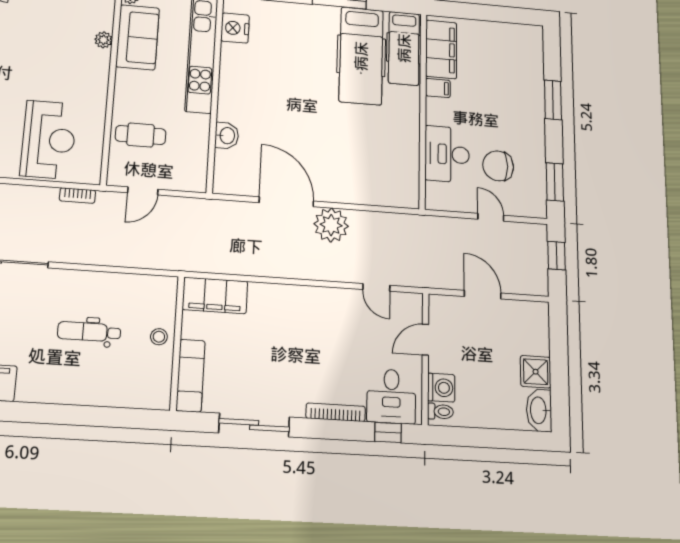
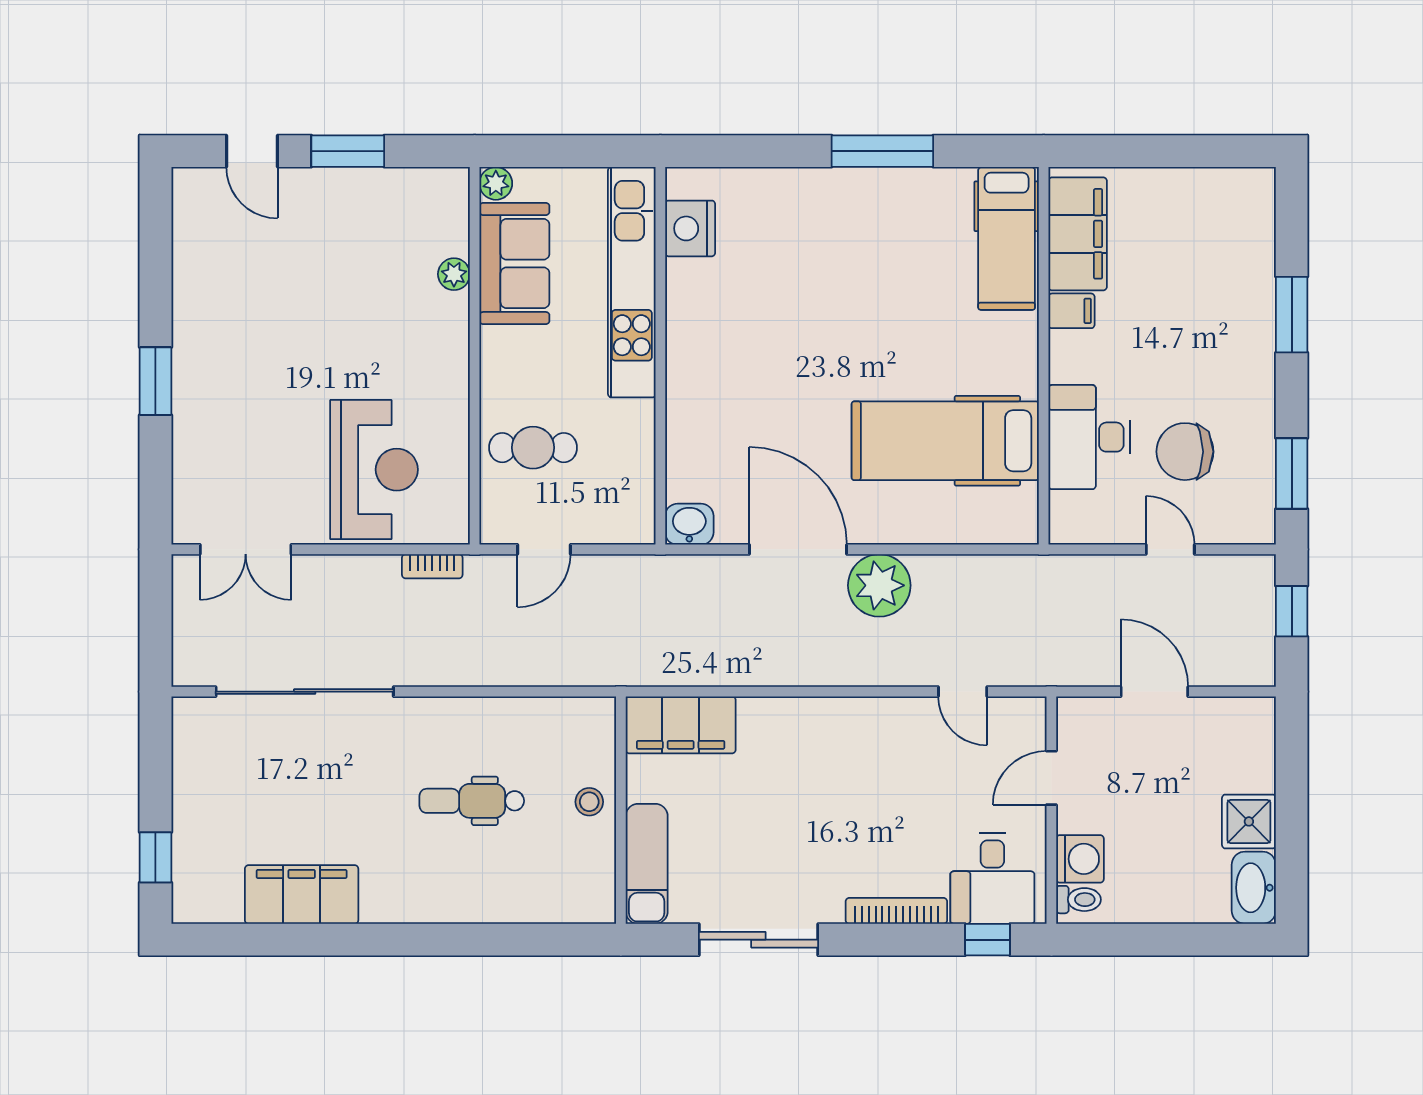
hospital bed: (361, 56) -> (945, 441), moved, turned 90
washbasin: (227, 136) -> (689, 524), moved, turned -90

